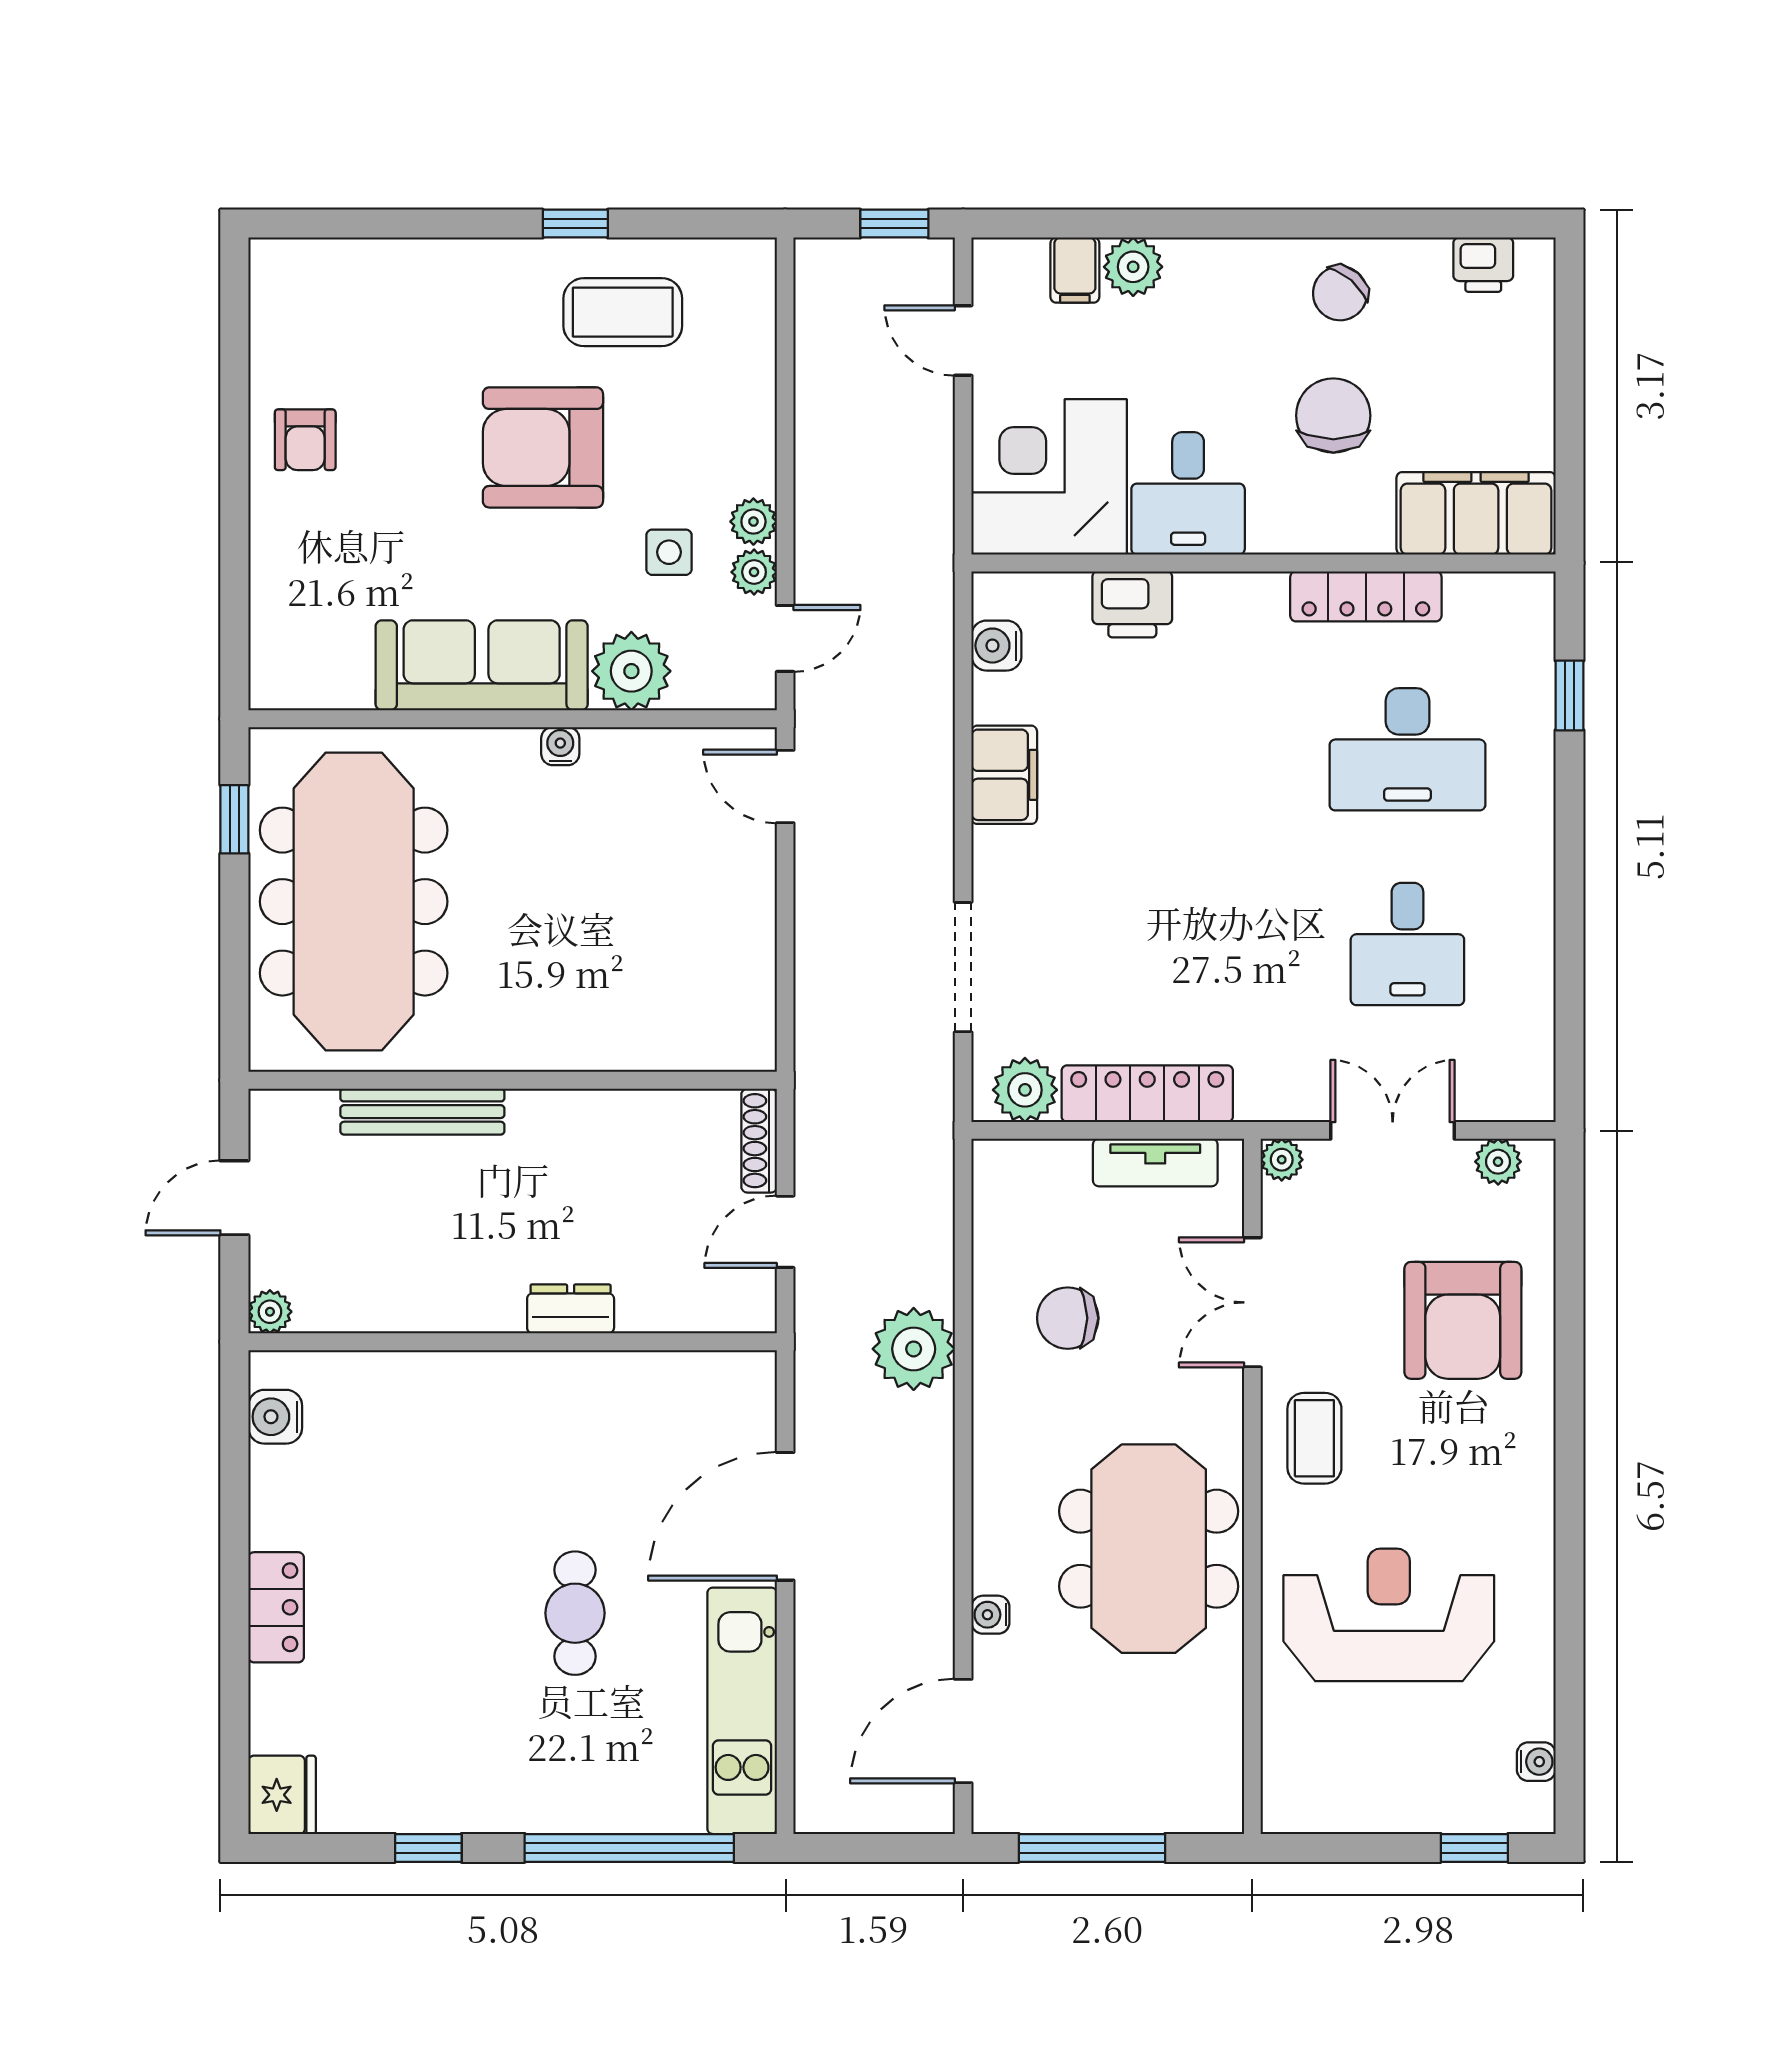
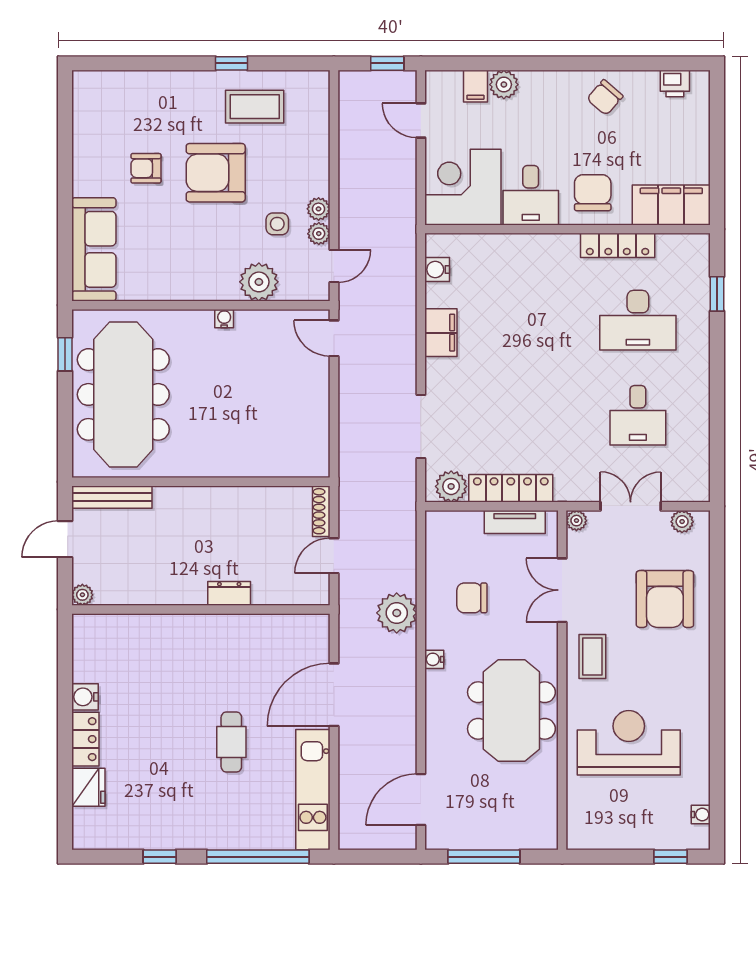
chair: (1333, 416) -> (593, 193), moved
armchair: (305, 440) -> (146, 168), moved, turned 90
printer: (1132, 604) -> (503, 249), removed
sofa: (482, 665) -> (94, 249), moved, turned 90
bench: (422, 1112) -> (112, 497), moved
water cooler: (275, 1417) -> (85, 697), moved
water cooler: (990, 1615) -> (434, 659), moved
fridge: (282, 1795) -> (88, 787), moved

